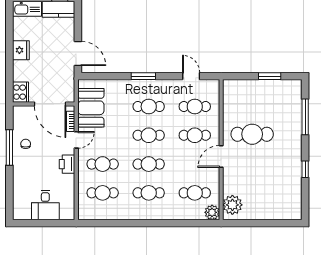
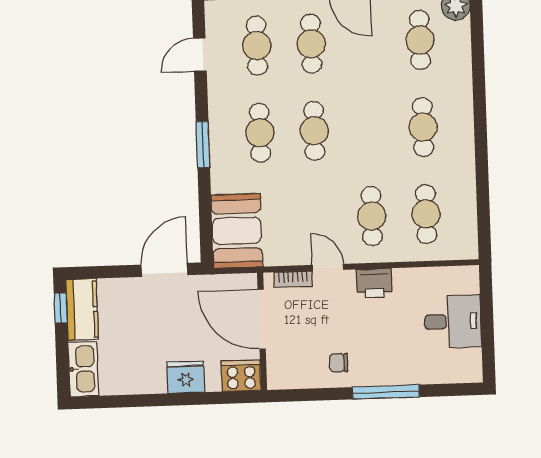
fridge: (21, 50) -> (186, 377), moved
door: (50, 104) -> (262, 319), swing flipped
booth: (91, 108) -> (237, 231), moved, turned 90
window: (9, 148) -> (386, 392), moved
cafe table: (149, 164) -> (369, 129), removed

